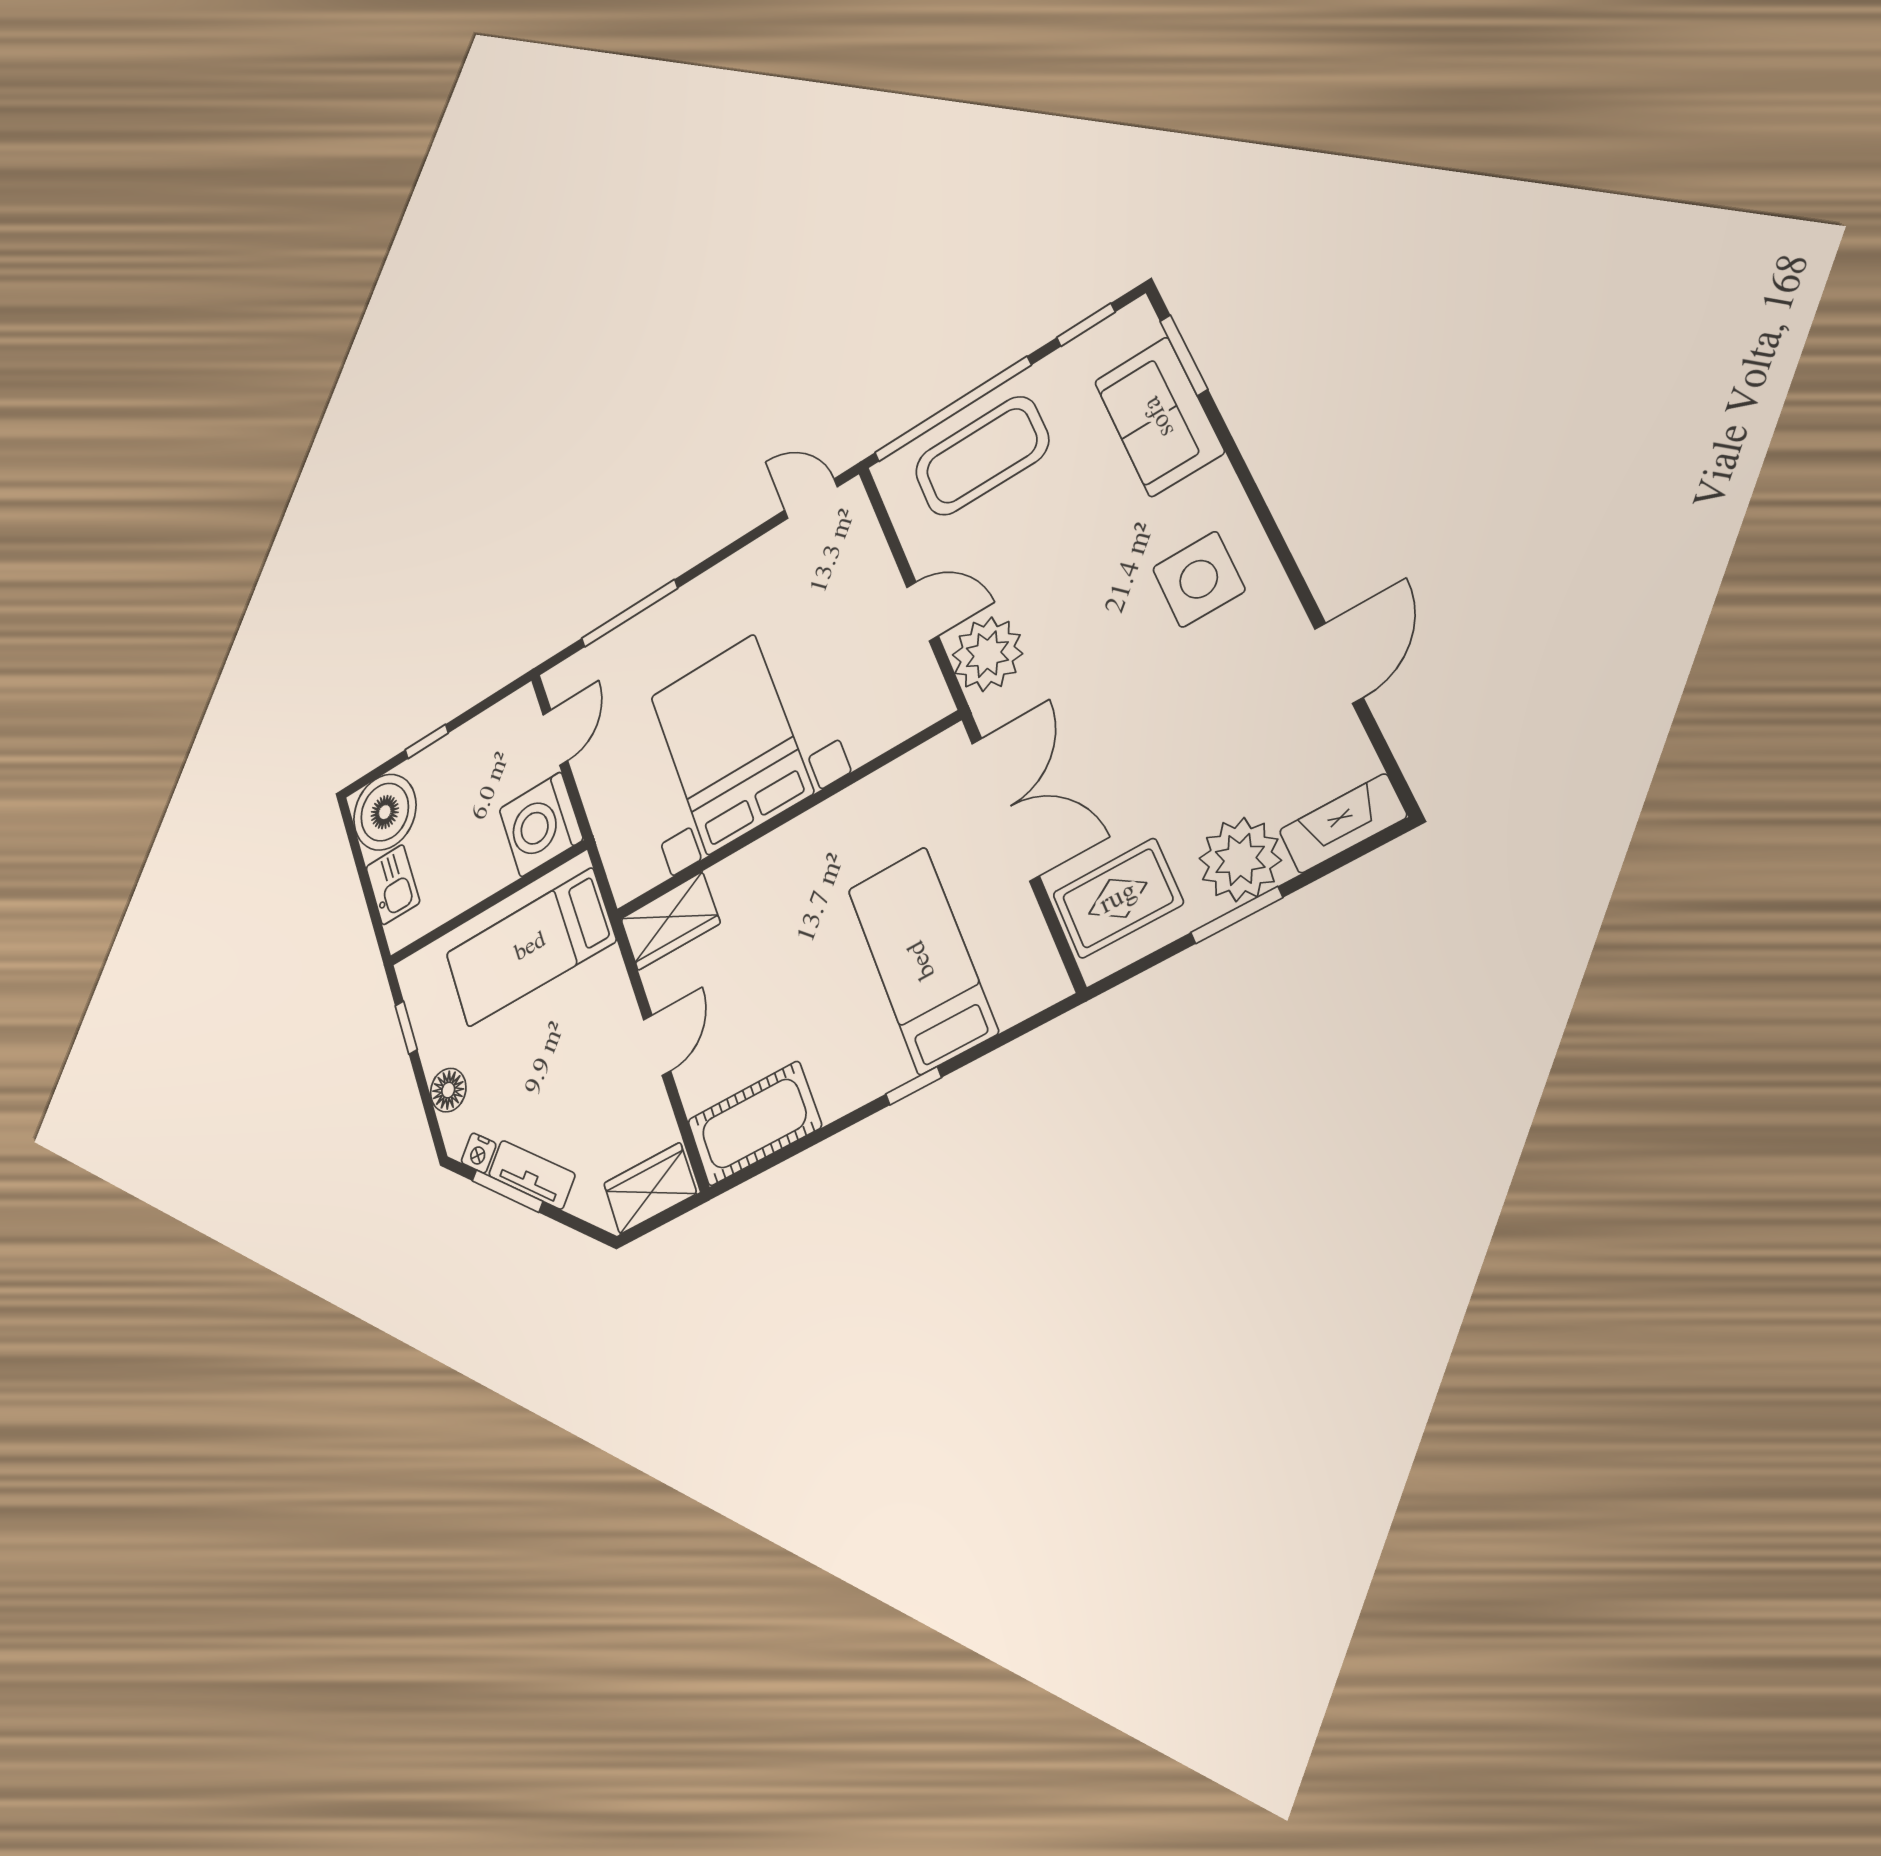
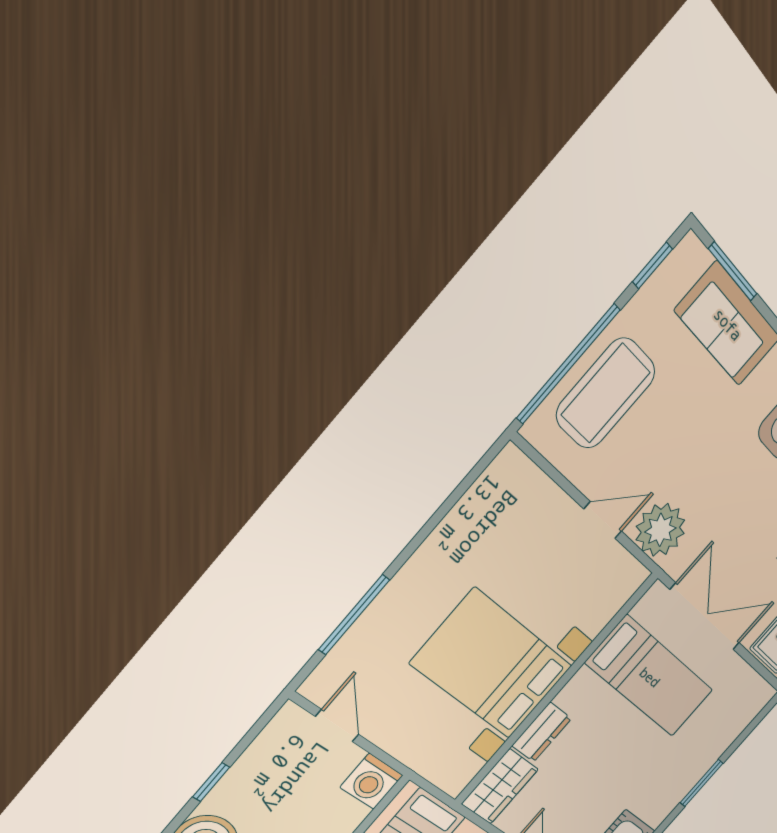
door: (811, 499) -> (476, 472), removed
washing machine: (541, 824) -> (372, 781), width x0.73, depth x0.73
dresser: (746, 870) -> (542, 732), added
bed: (922, 960) -> (650, 677), moved, turned 180
window: (913, 1086) -> (702, 783), width x1.50

